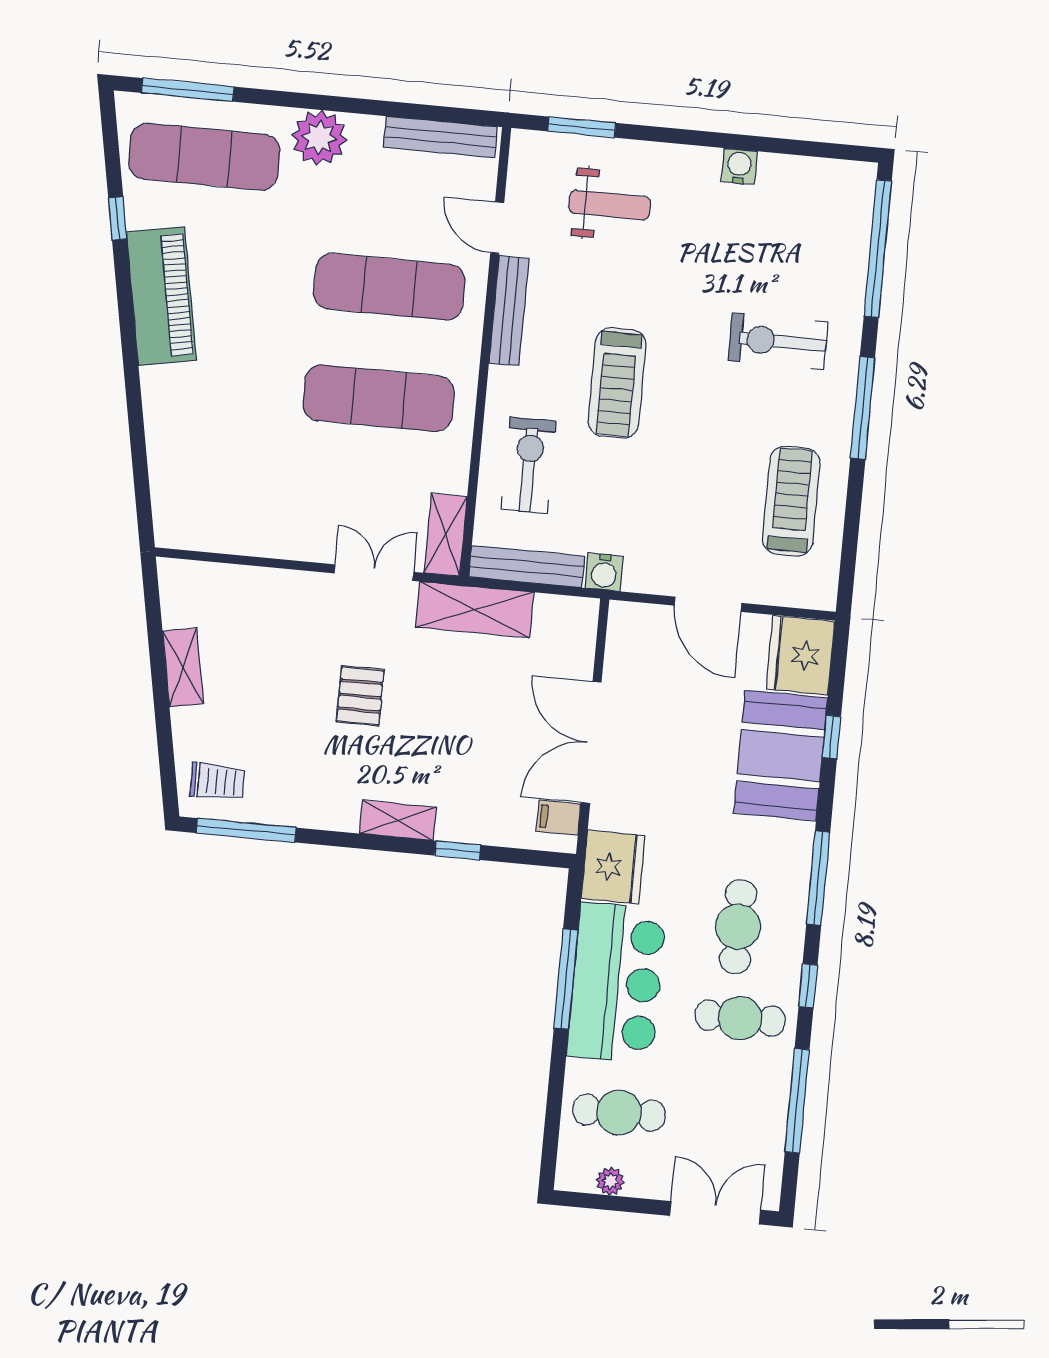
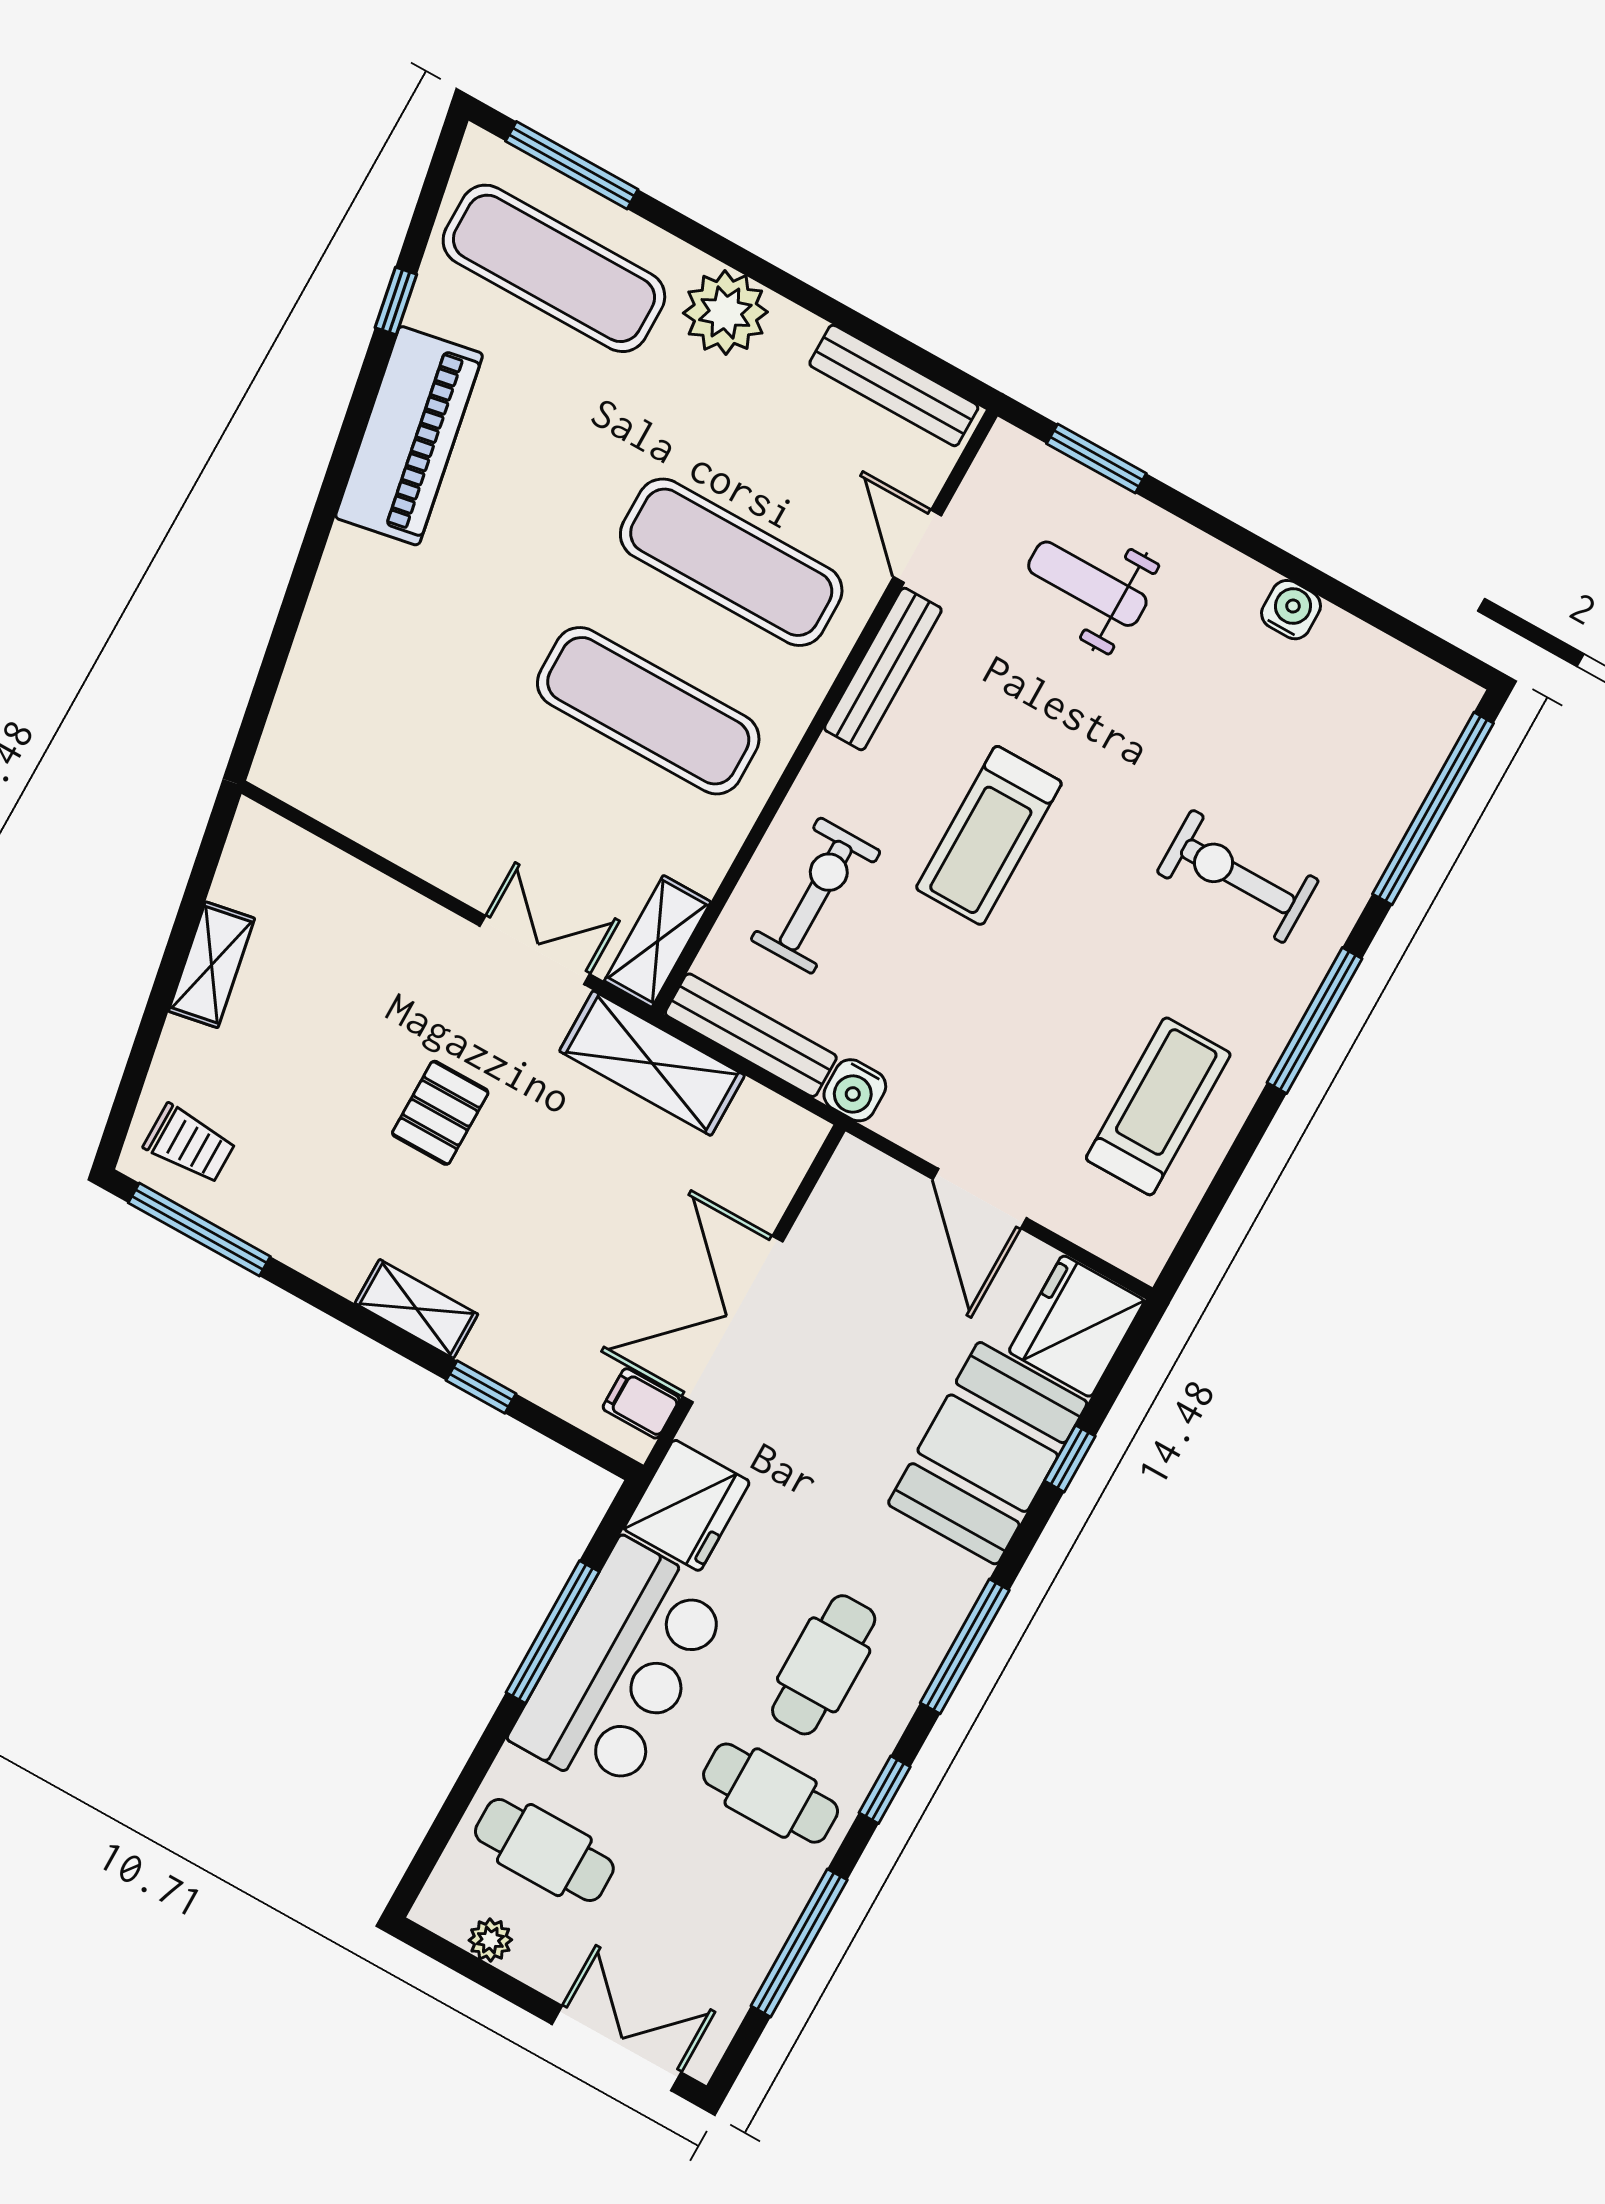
weight bench: (610, 205) -> (1087, 584), turned 180

